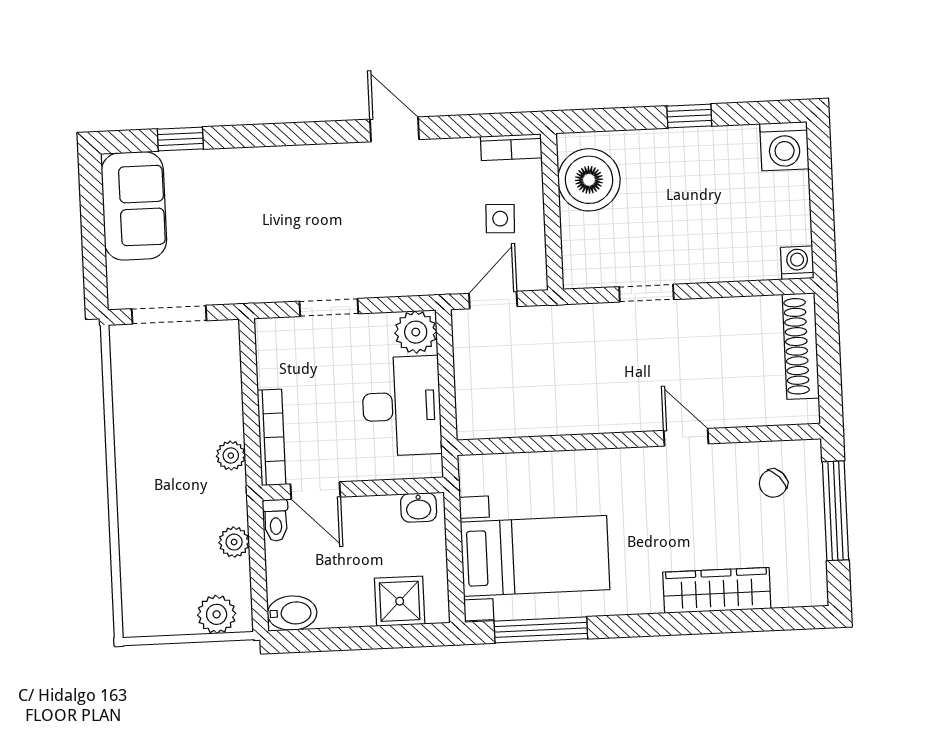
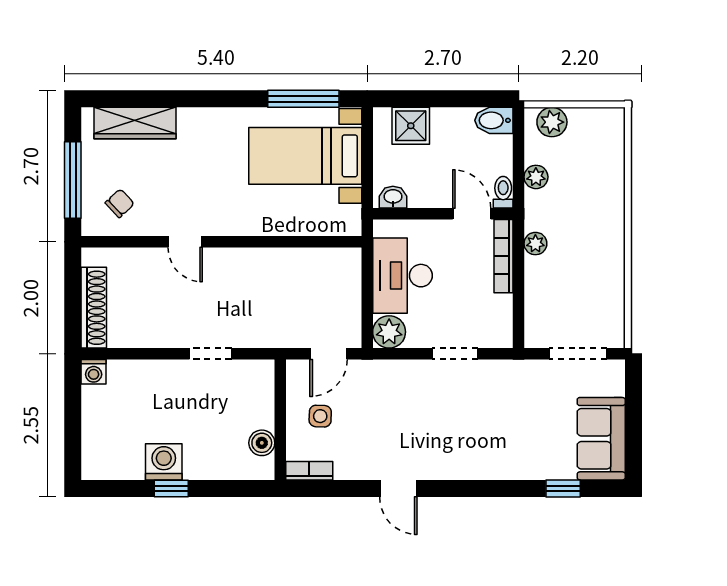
washing machine: (784, 146) -> (164, 462), moved
boiler: (589, 180) -> (262, 443), width x0.54, depth x0.54
wardrobe: (717, 590) -> (135, 123), moved

